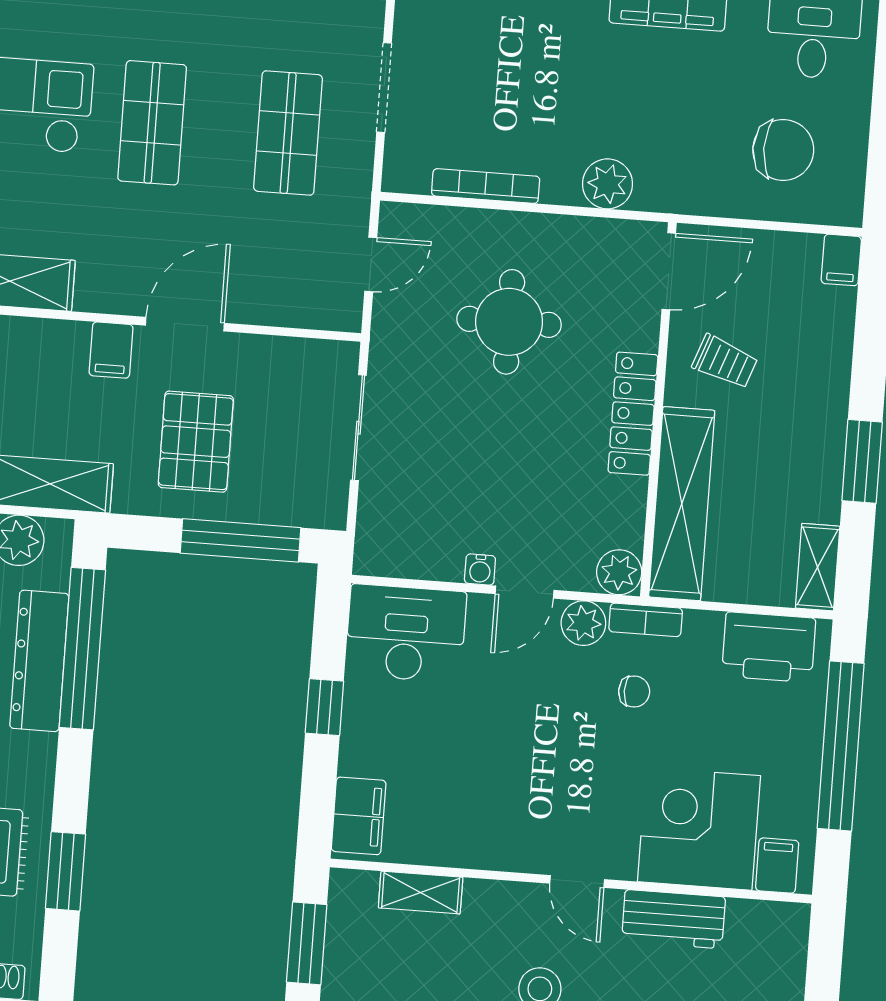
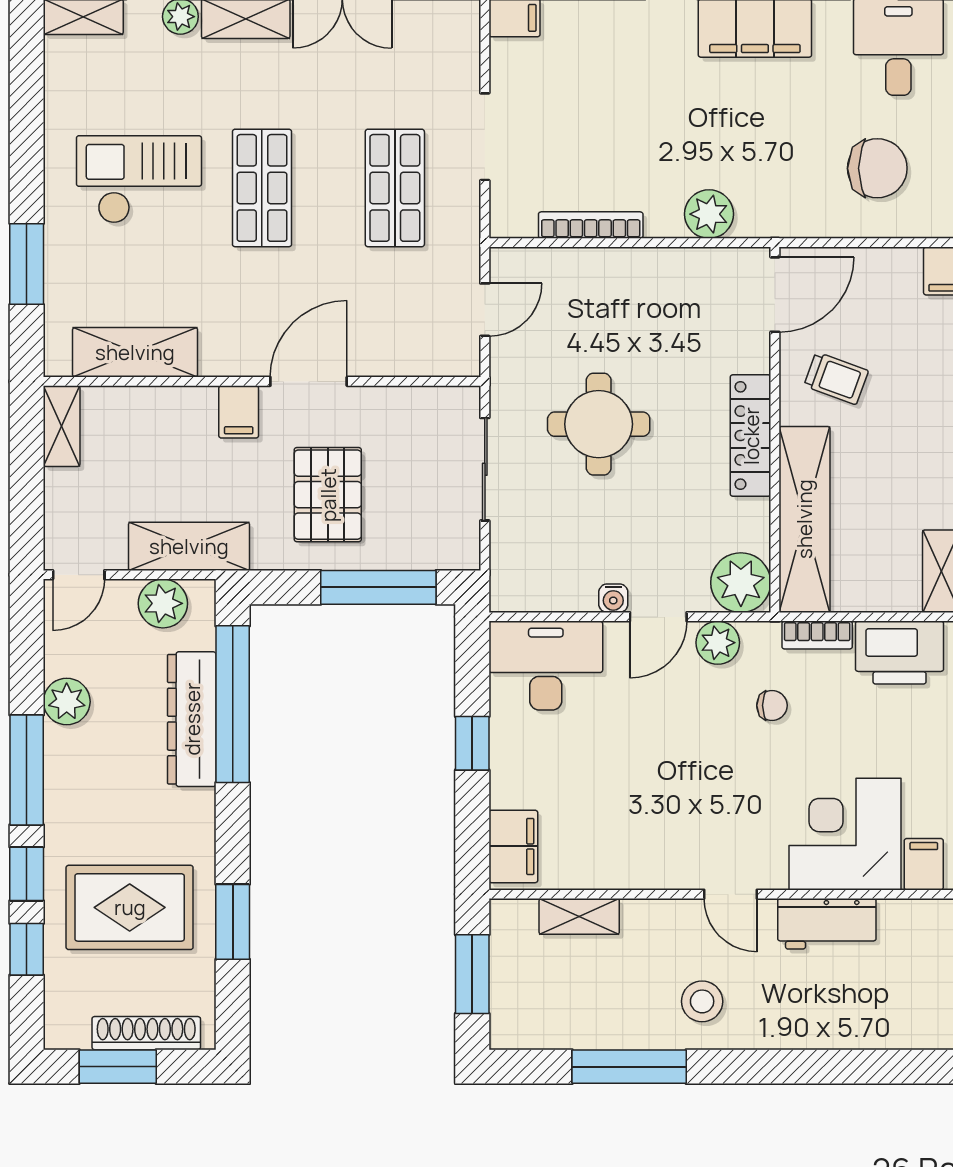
round table: (509, 322) -> (599, 424), moved
plant: (619, 572) -> (741, 583), width x1.36, depth x1.36
bookcase: (646, 620) -> (817, 635), moved

